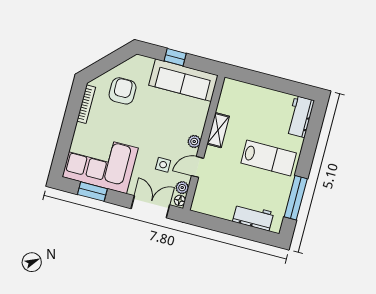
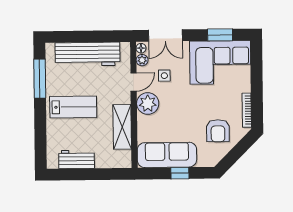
workbench: (300, 117) -> (77, 159), moved, turned -90
shelving: (218, 130) -> (122, 127), width x1.50, depth x1.33
plant: (194, 142) -> (148, 103), width x1.88, depth x1.88
lab bench: (269, 158) -> (73, 107), turned 180
workbench: (253, 217) -> (88, 54), width x1.88, depth x1.32

